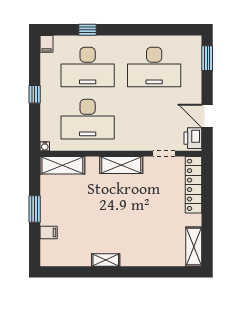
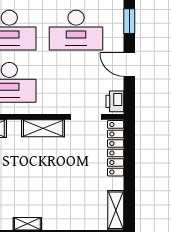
door: (207, 116) -> (129, 65), moved
doorway: (164, 154) -> (86, 117), width x1.38

